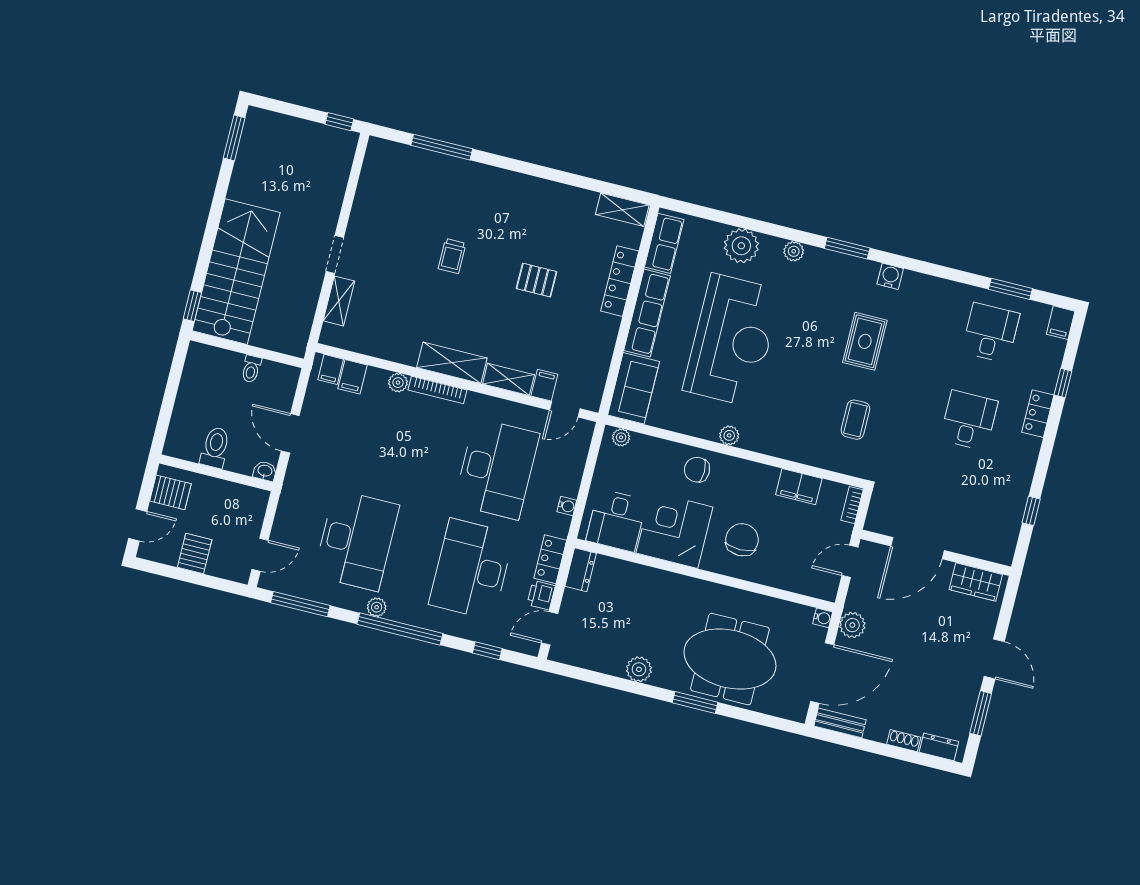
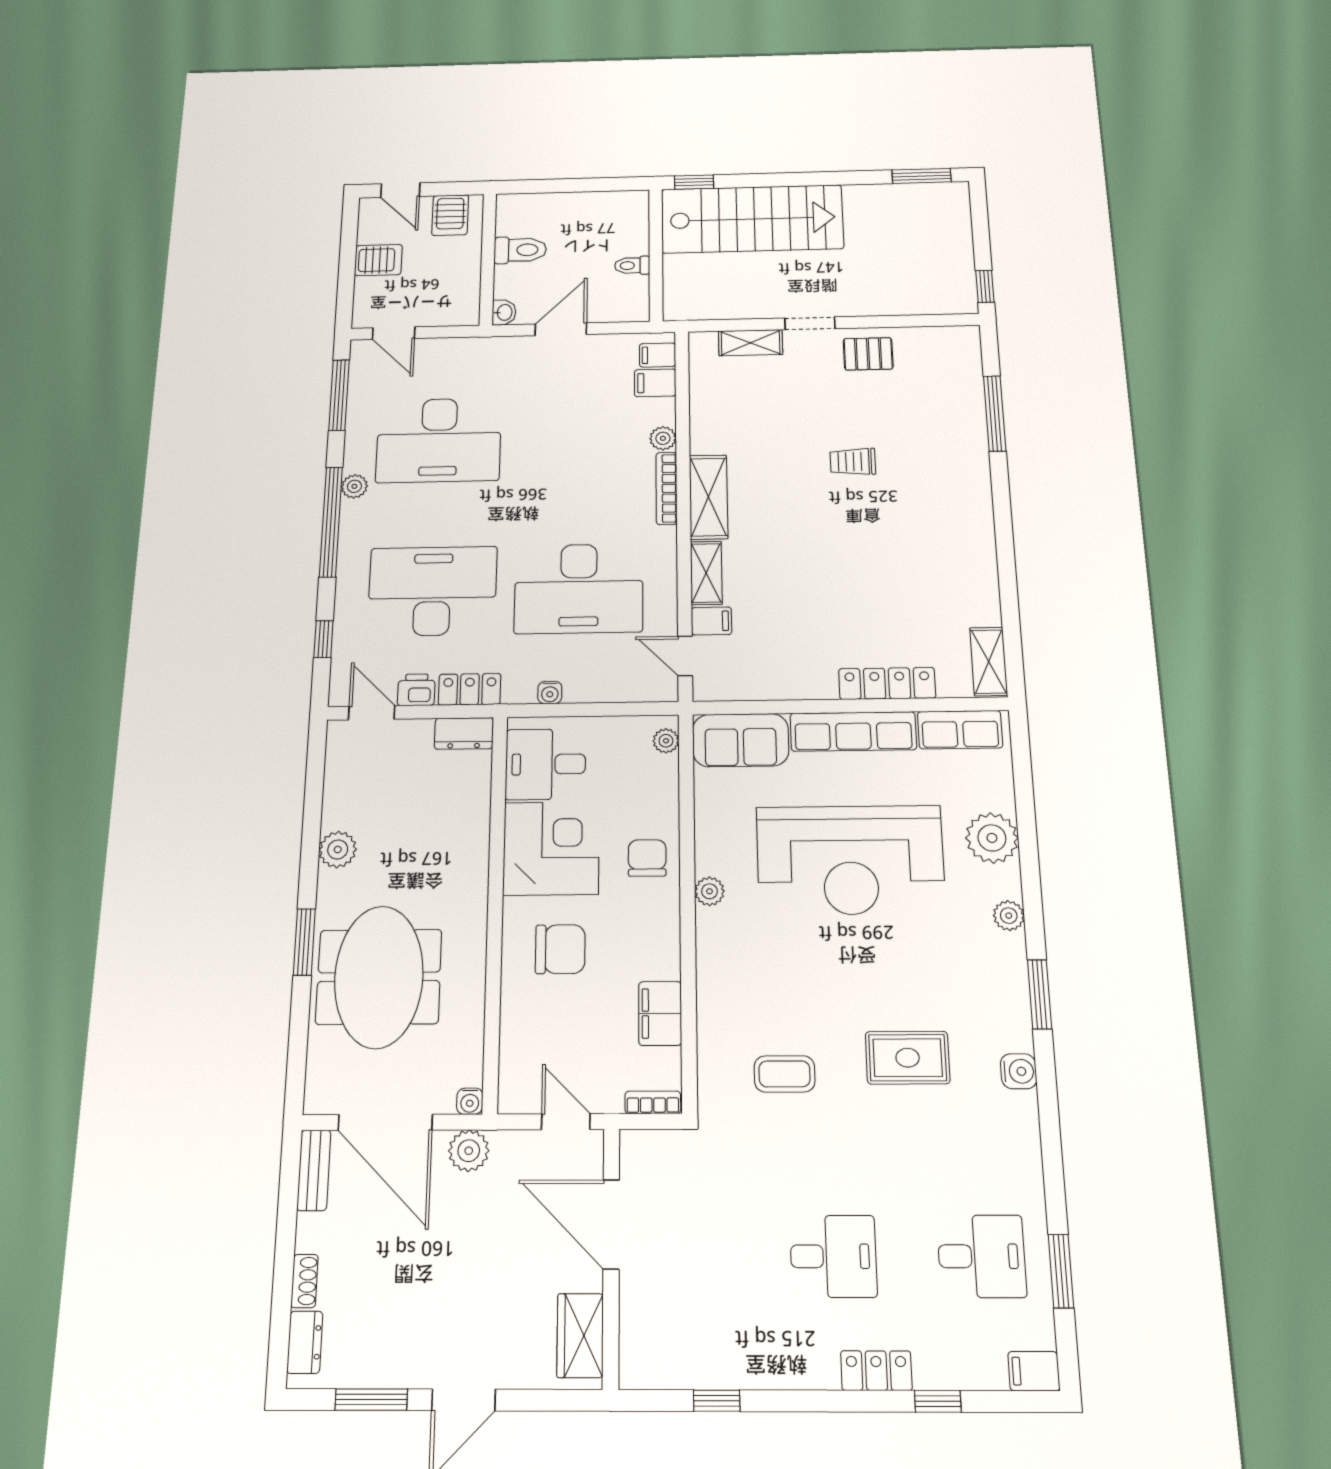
pallet: (537, 280) -> (868, 354), moved, turned 90

